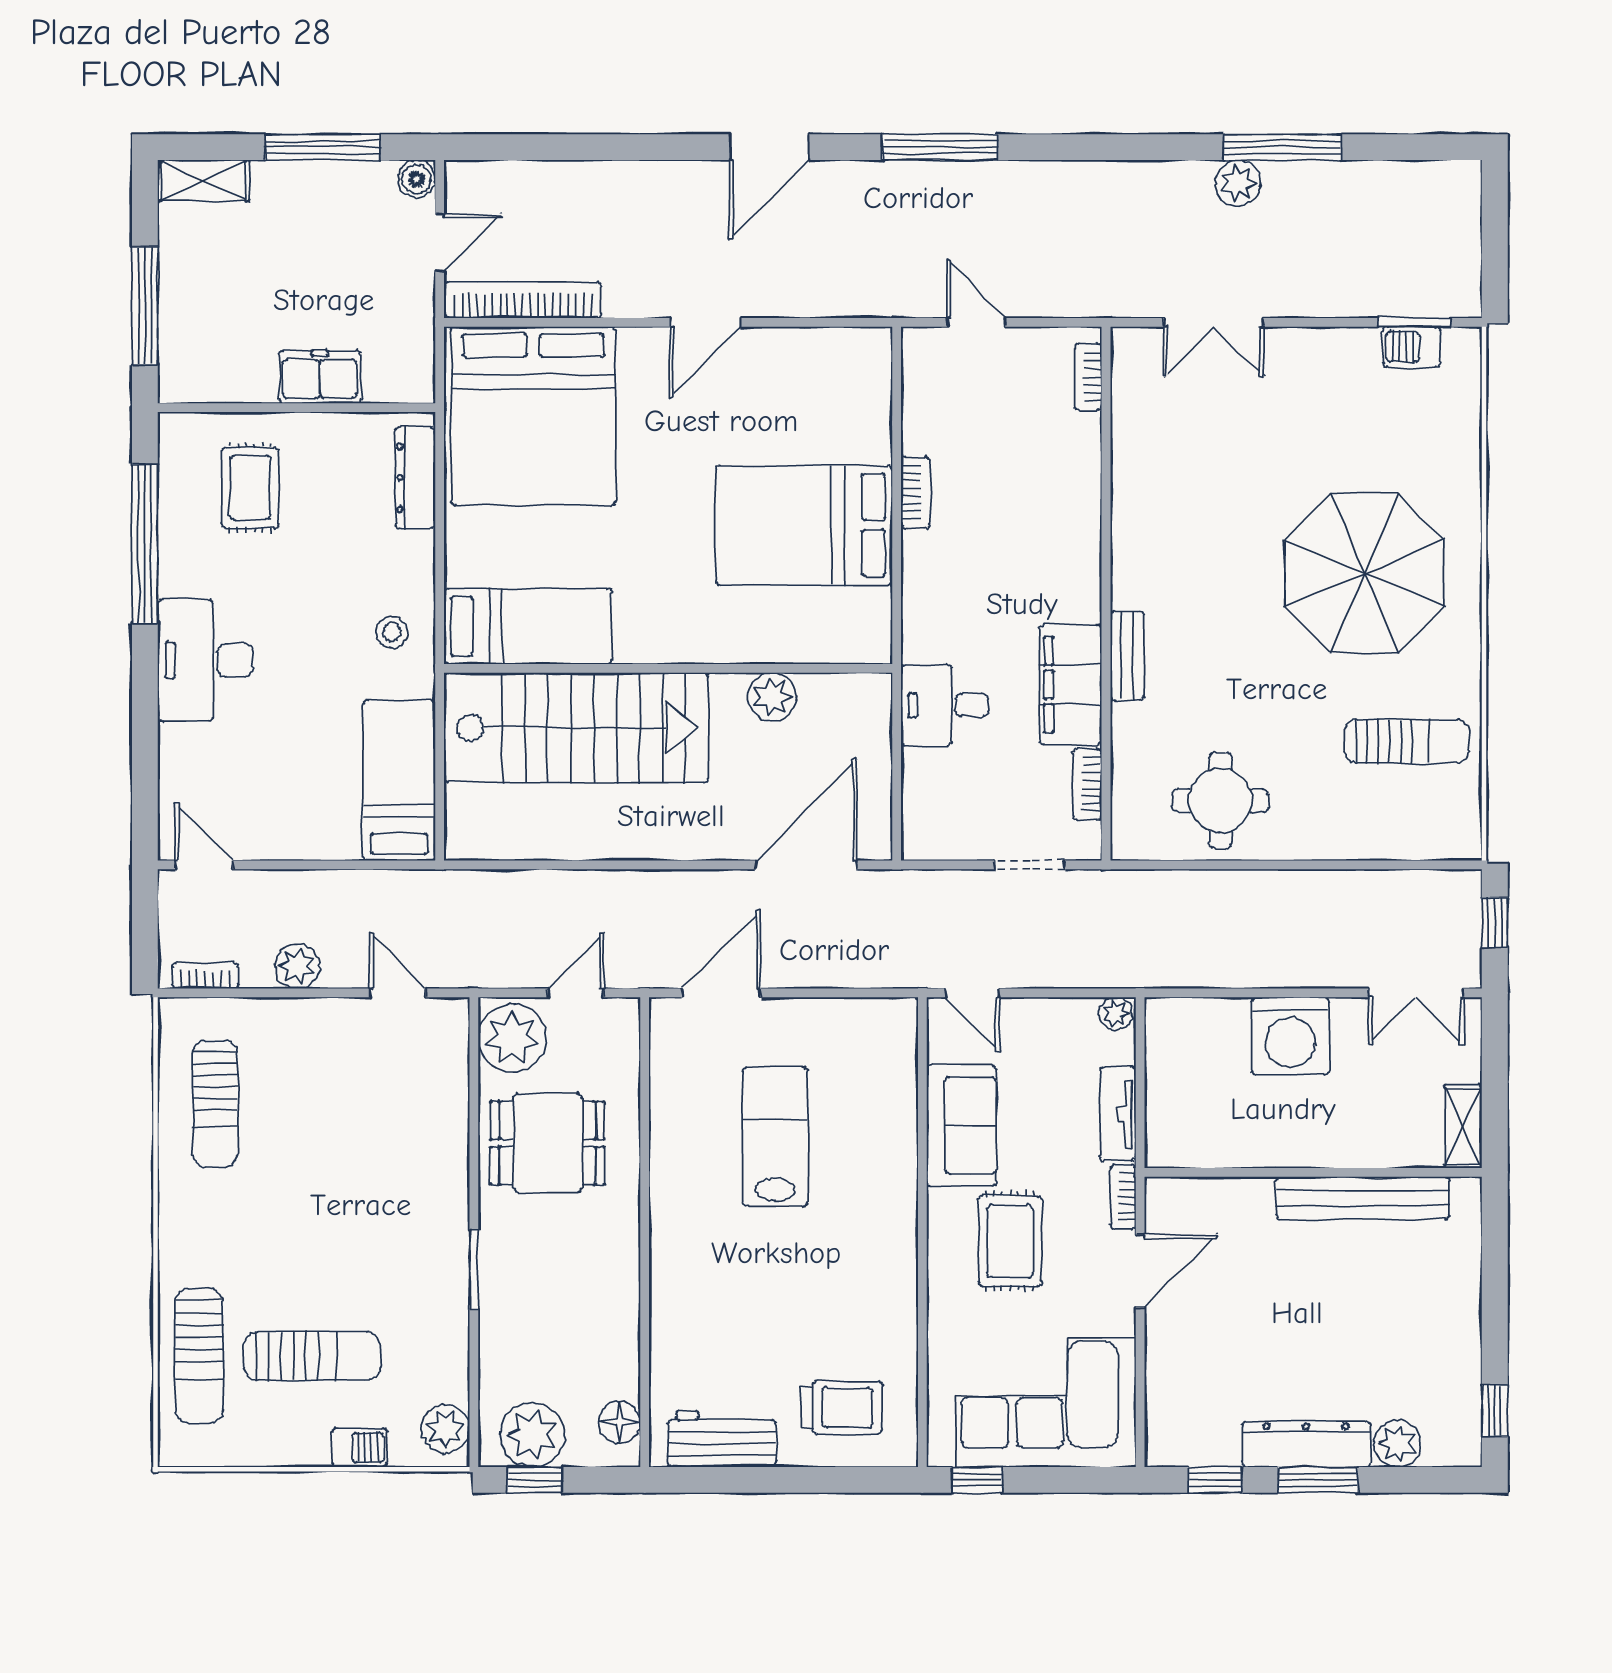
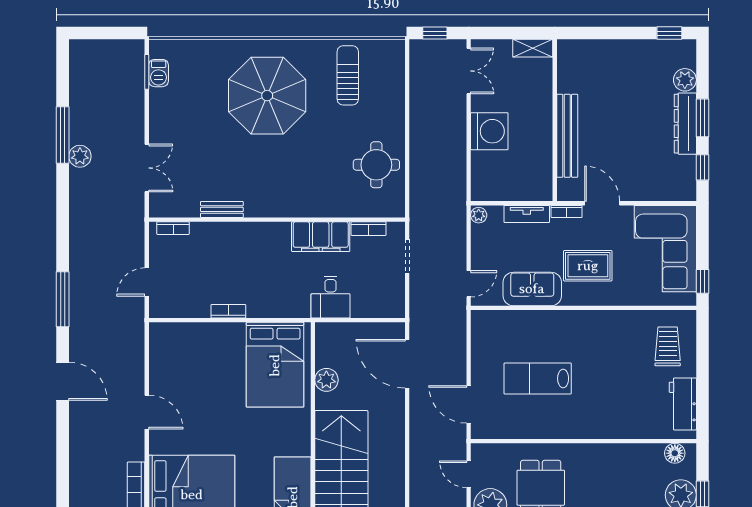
bed: (804, 525) -> (275, 365), moved
bench: (1127, 656) -> (222, 209), moved
bench: (1363, 1198) -> (567, 136), moved

